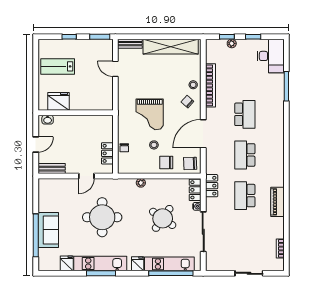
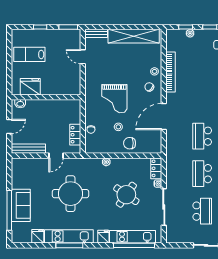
school desk: (245, 114) -> (202, 211), moved
chair: (190, 163) -> (152, 144), removed
bench: (52, 169) -> (28, 149), width x1.36
locker: (212, 186) -> (171, 165), removed

